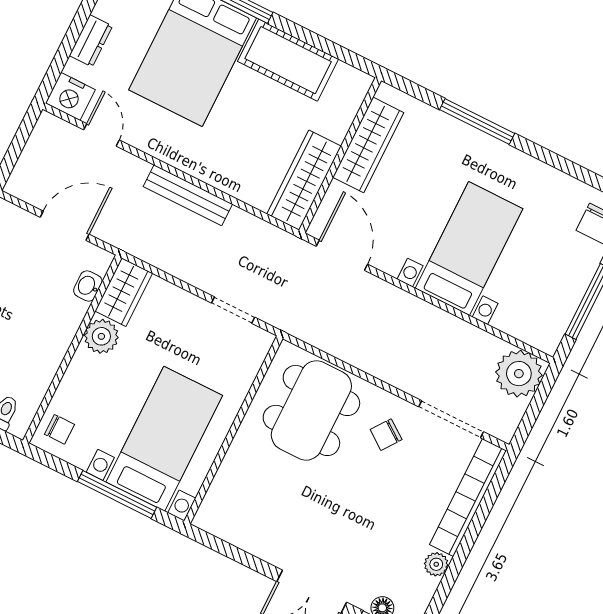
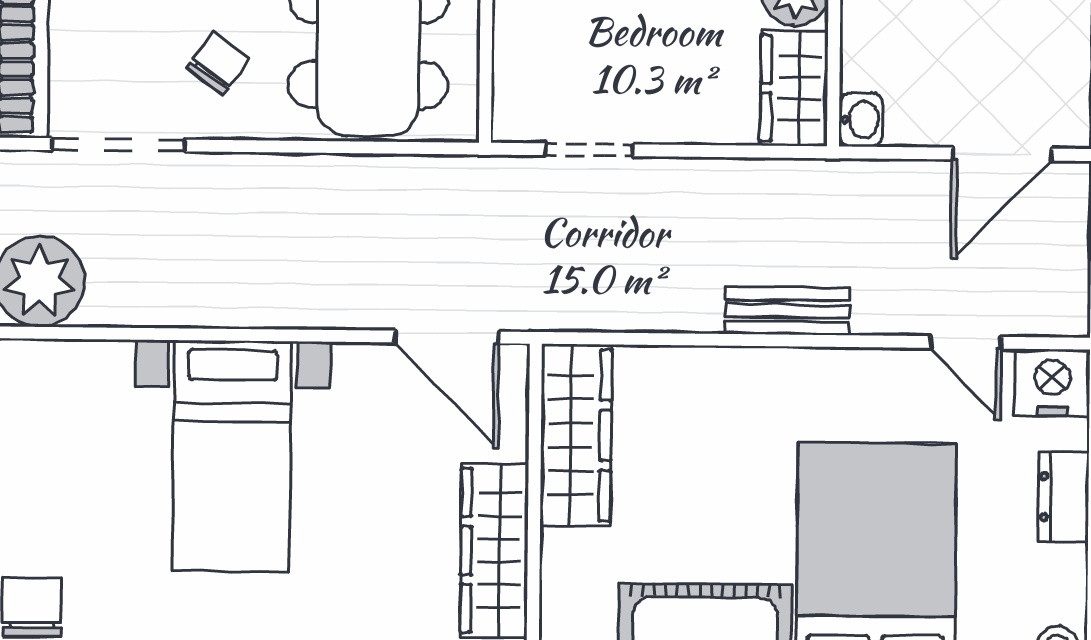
bench: (188, 195) -> (787, 311), width x0.73
door: (65, 226) -> (1002, 154), moved
washbasin: (88, 286) -> (861, 120), moved

